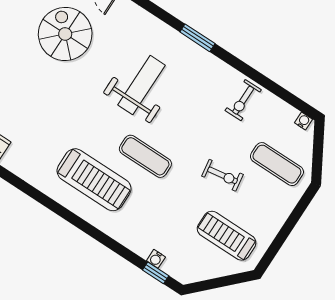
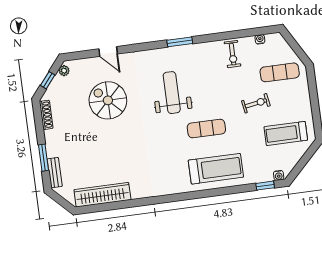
water cooler: (304, 121) -> (260, 39), moved
treadmill: (94, 180) -> (216, 169), moved
water cooler: (156, 259) -> (279, 175), moved

